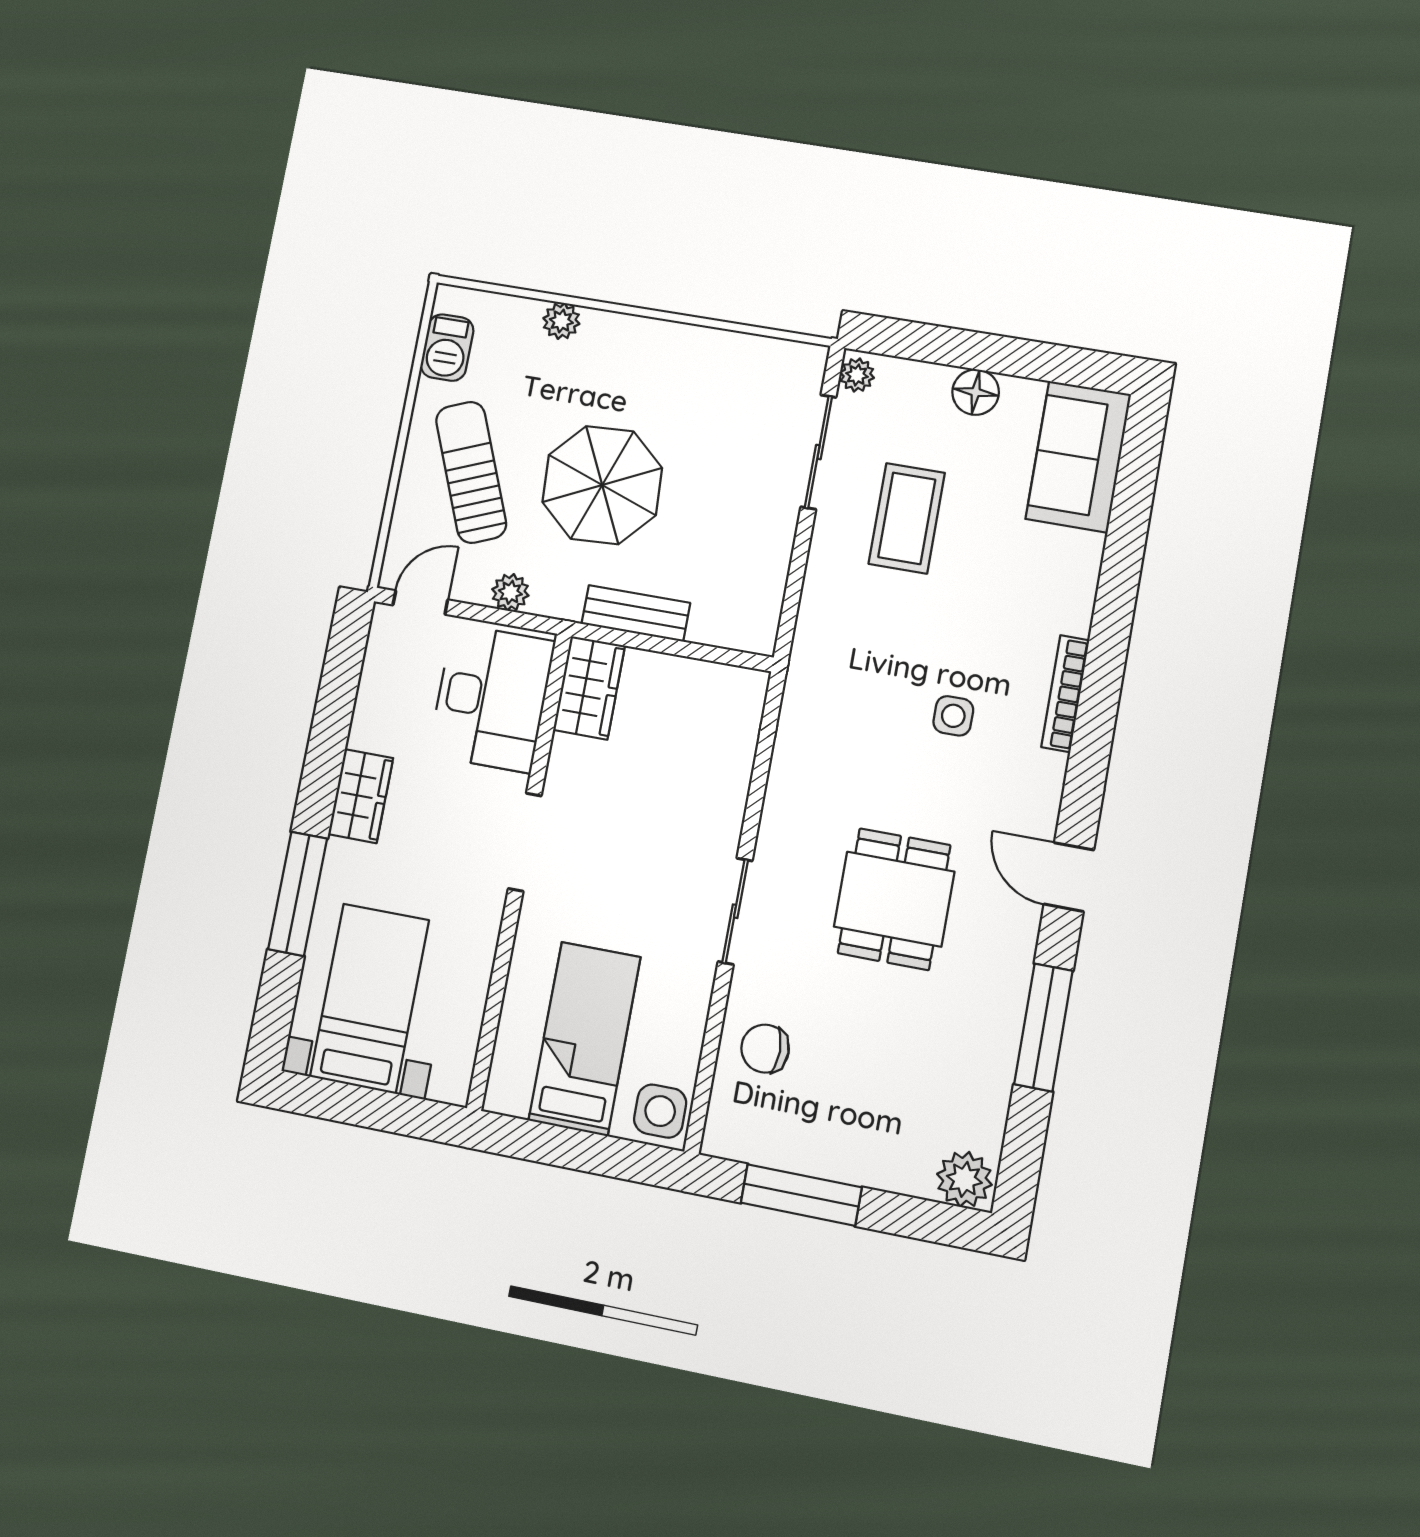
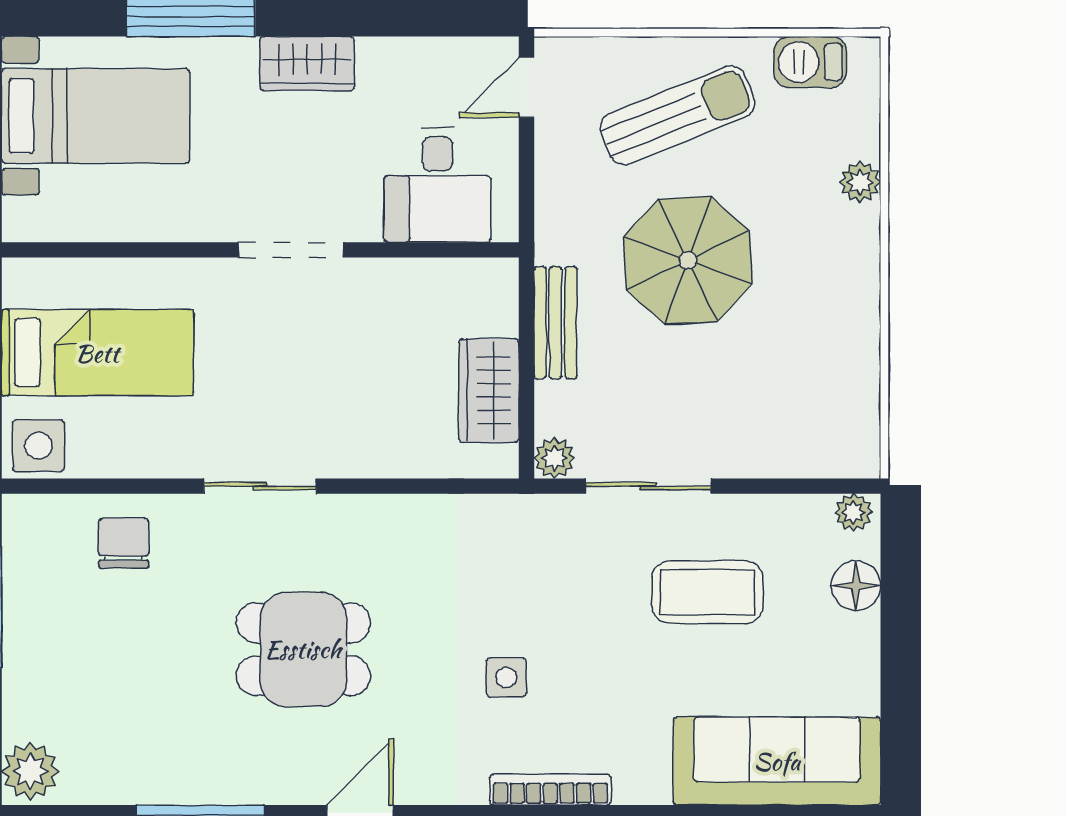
floor lamp: (976, 392) -> (856, 586), moved
sliding door: (818, 452) -> (648, 486), moved
sofa: (1078, 457) -> (777, 761), width x1.36
plant: (510, 592) -> (555, 458), moved
door: (420, 602) -> (527, 87), swing flipped
wardrobe: (589, 688) -> (489, 390), moved, turned 90
desk: (492, 698) -> (437, 185), width x0.73

